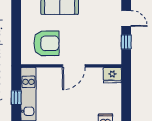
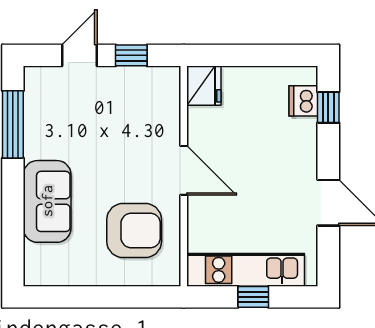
armchair: (46, 43) -> (134, 230), turned 90

